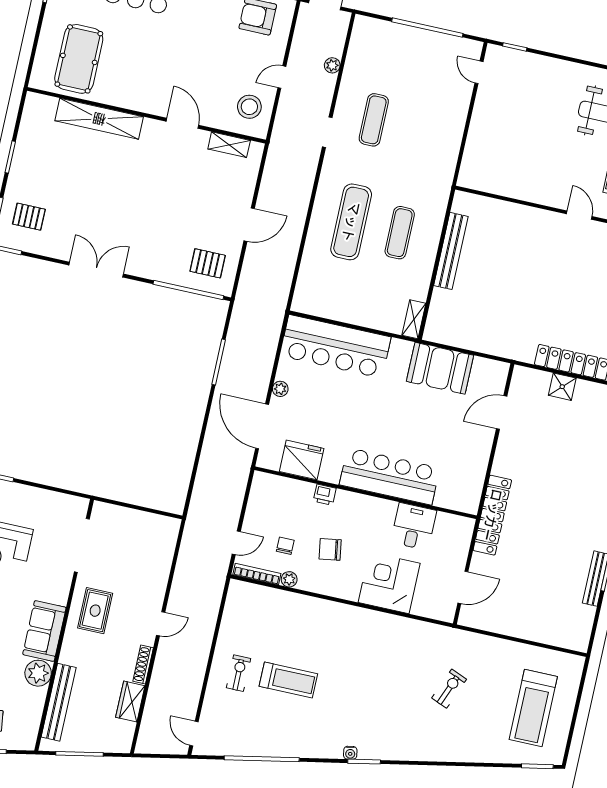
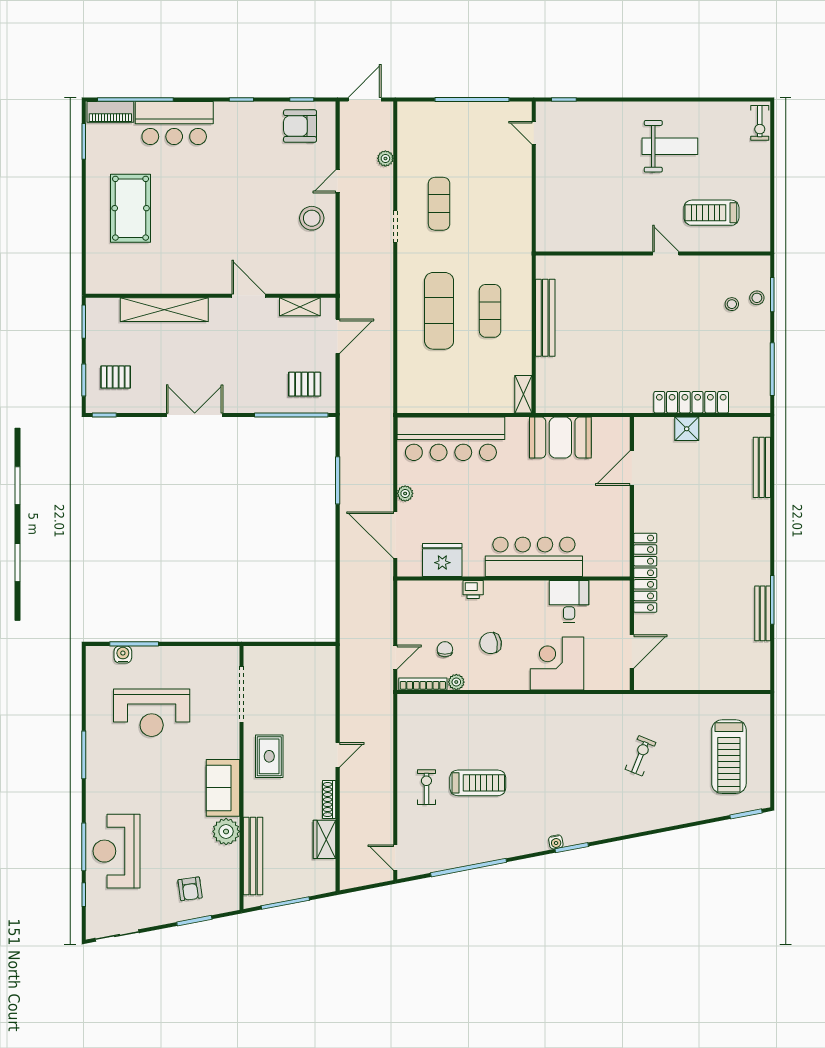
wall: (146, 115) -> (211, 296), moved
shelving: (99, 119) -> (164, 310), moved
door: (182, 123) -> (248, 296), moved
shelving: (229, 145) -> (300, 307), moved

